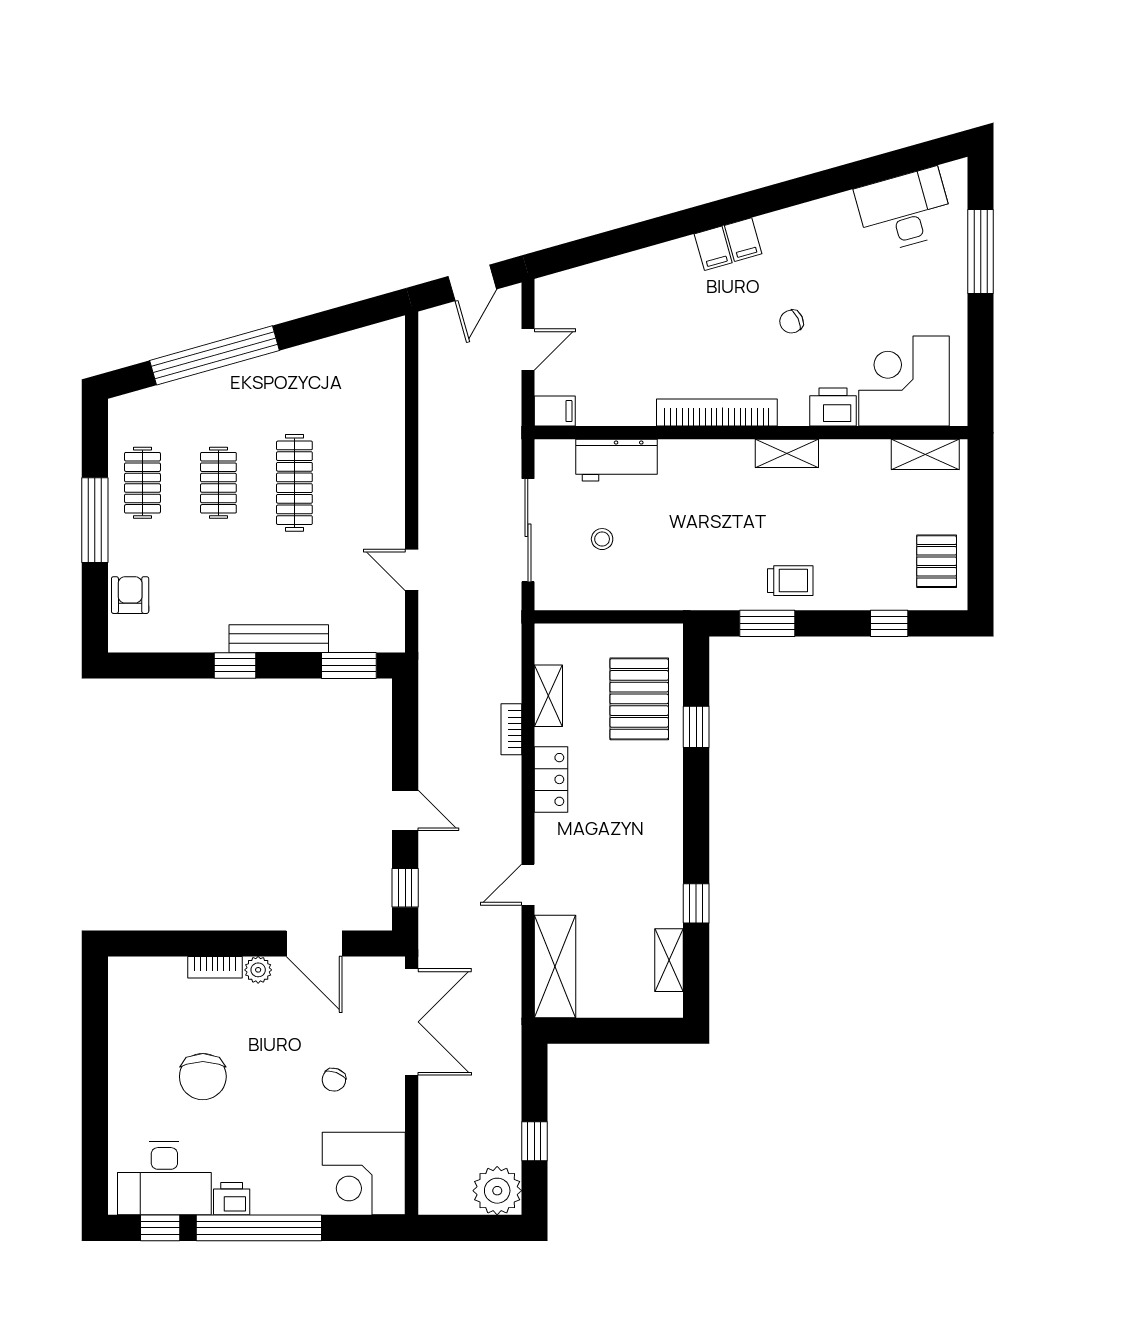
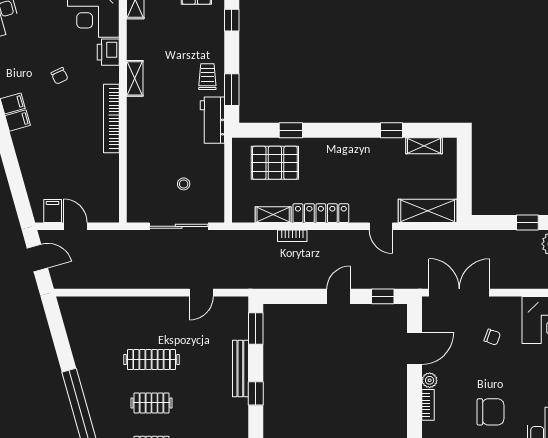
filing cabinet: (555, 411) -> (53, 211), moved
workbench: (616, 460) -> (212, 120), moved, turned 180
locker: (551, 779) -> (321, 213), width x1.53

